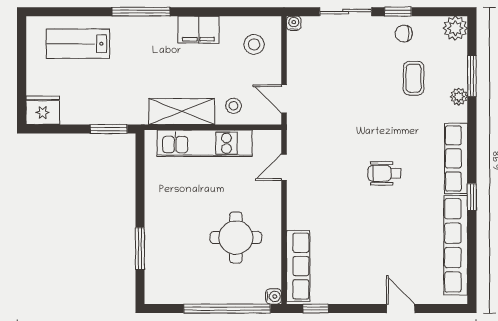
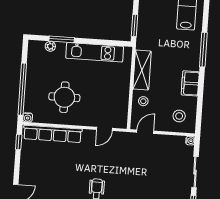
kitchen unit: (205, 143) -> (95, 52), moved, turned -90
door: (284, 167) -> (104, 129), swing flipped
row of seats: (298, 266) -> (53, 134), width x1.36
plant: (153, 267) -> (50, 46), added

